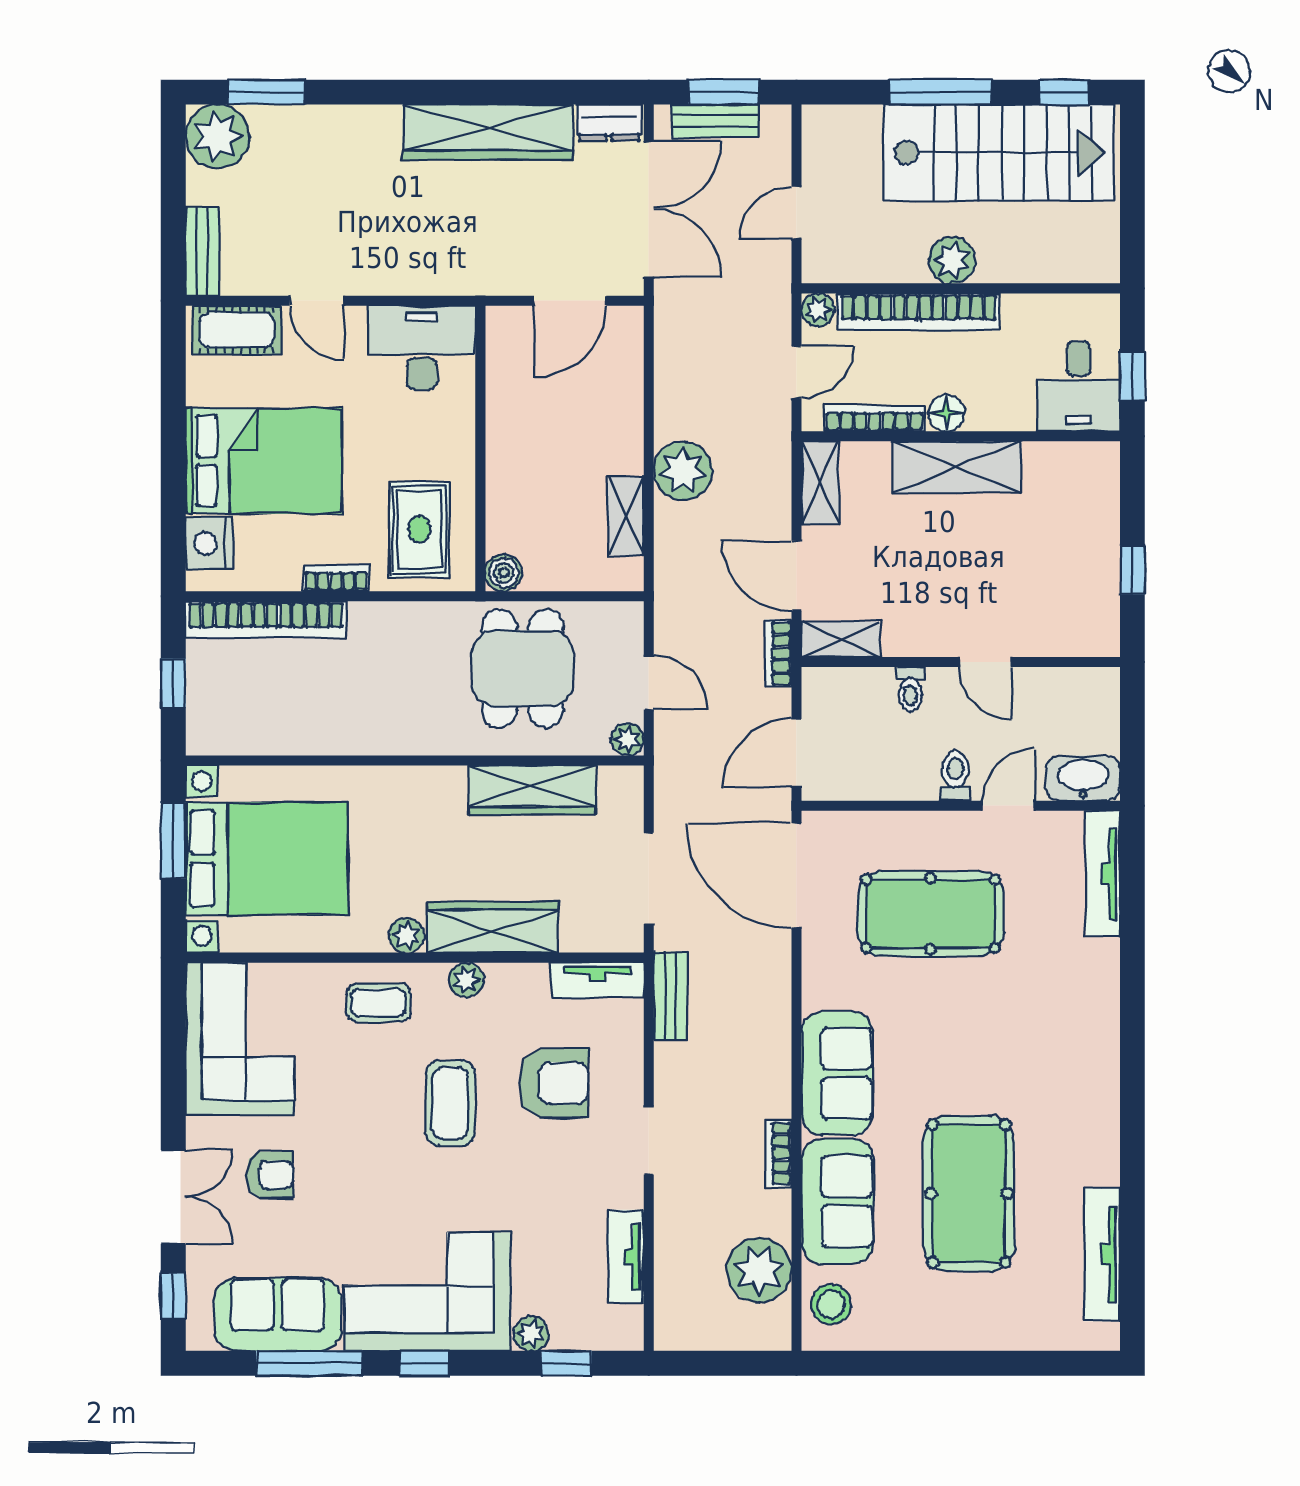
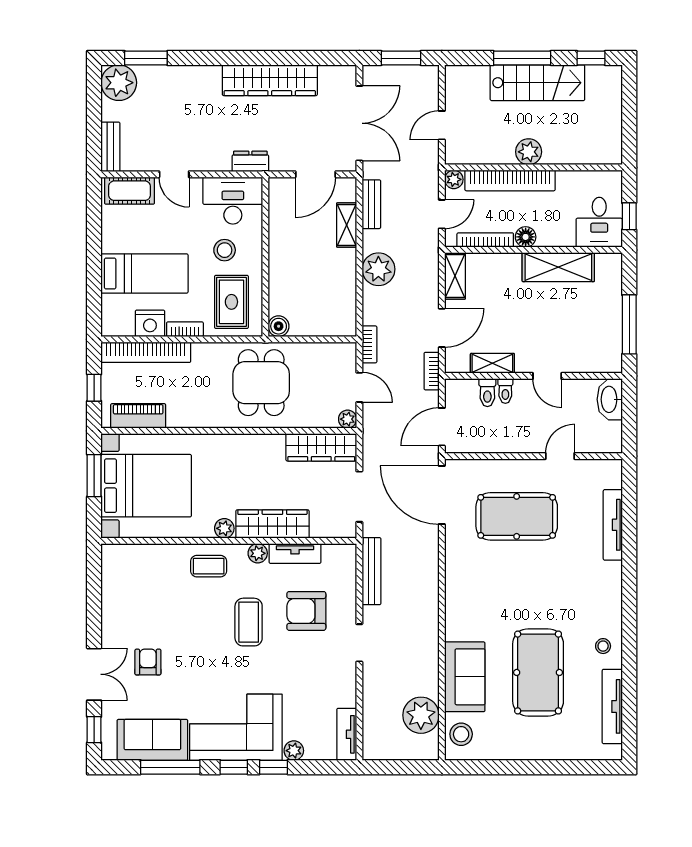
bench: (715, 121) -> (371, 204), moved, turned 90
dresser: (609, 123) -> (250, 161), moved, turned 180
stairs: (999, 153) -> (537, 83), width x0.73, depth x0.66
stool: (407, 436) -> (225, 250), added
bed: (264, 461) -> (145, 274), width x0.67
shelving: (957, 467) -> (558, 267), moved
shelving: (626, 516) -> (347, 225), moved
nightstand: (209, 543) -> (150, 323), moved, turned -90
window: (1132, 570) -> (629, 324), width x2.17
door: (796, 576) -> (442, 328), swing flipped
shelving: (841, 639) -> (492, 363), moved
dining table: (523, 668) -> (261, 383), moved
piano: (252, 734) -> (138, 416), added
toilet: (955, 776) -> (487, 393), moved, turned 180
washbasin: (1083, 778) -> (610, 399), moved, turned -90
wardrobe: (532, 790) -> (321, 447), moved
tv unit: (1103, 874) -> (613, 525), moved
tv unit: (597, 980) -> (295, 553), moved
bench: (670, 996) -> (372, 571), width x1.36
corner sofa: (240, 1039) -> (131, 586), removed
sofa: (837, 1074) -> (465, 606), removed
armchair: (554, 1083) -> (306, 611), turned 180
stool: (1085, 1146) -> (603, 646), added
bookcase: (778, 1153) -> (369, 344), moved, turned 180
armchair: (270, 1175) -> (148, 662), turned -90
tv unit: (626, 1257) -> (347, 734), moved
window: (566, 1363) -> (274, 767), moved

